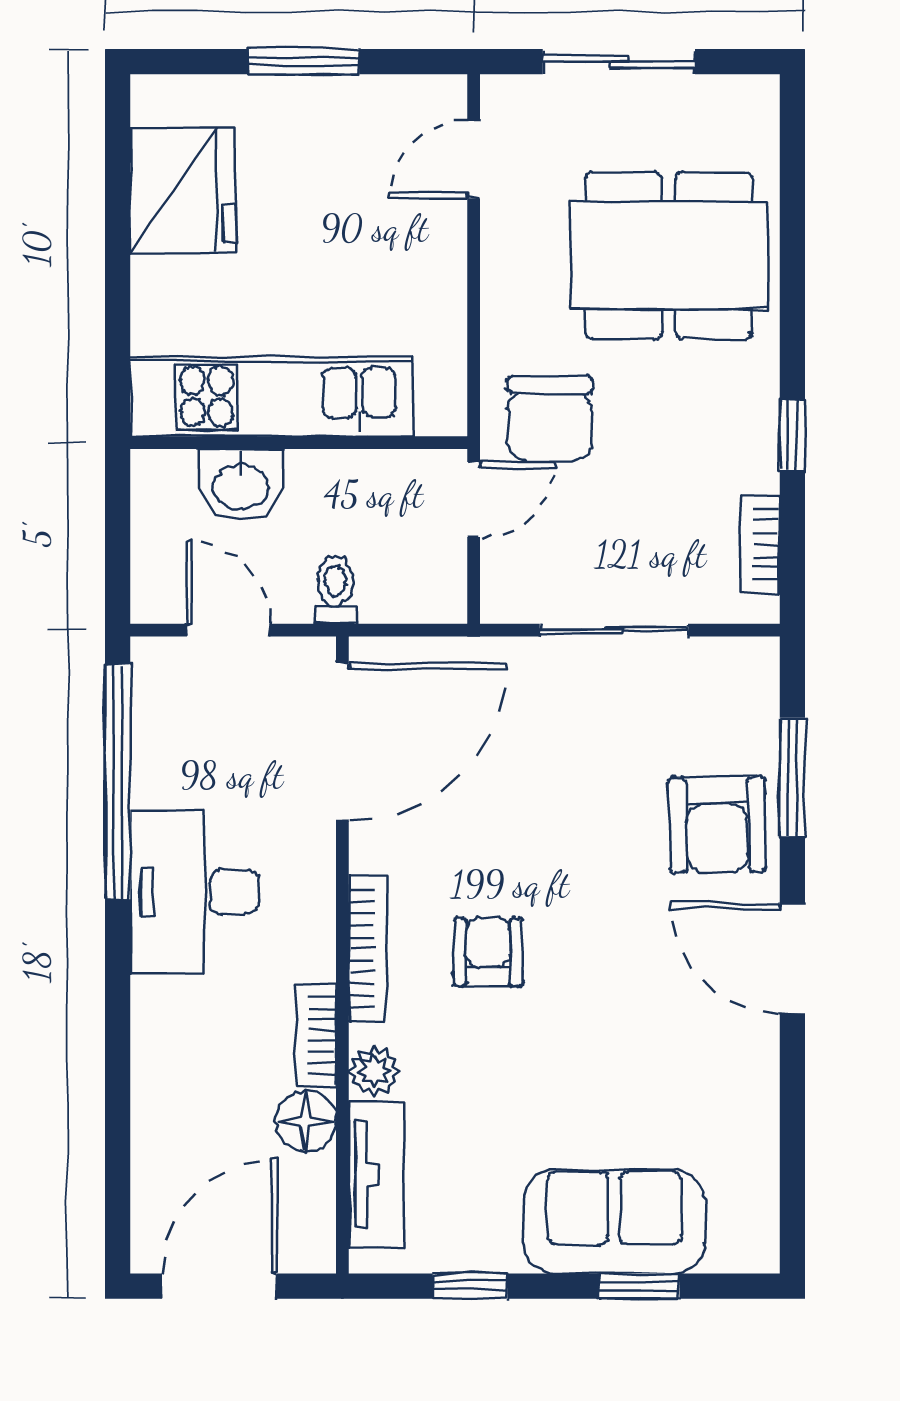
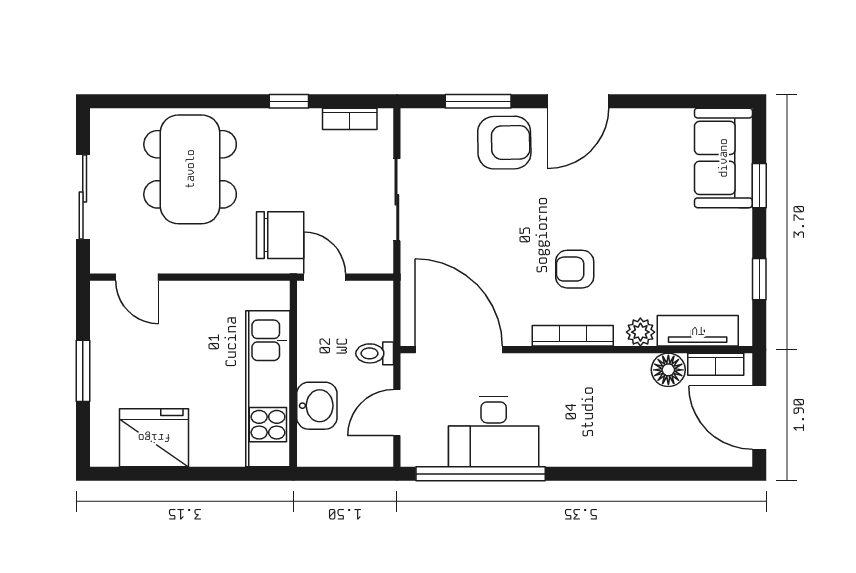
desk: (194, 892) -> (494, 432), moved
bookcase: (316, 1036) -> (716, 364), moved
sofa: (614, 1221) -> (723, 158), moved

